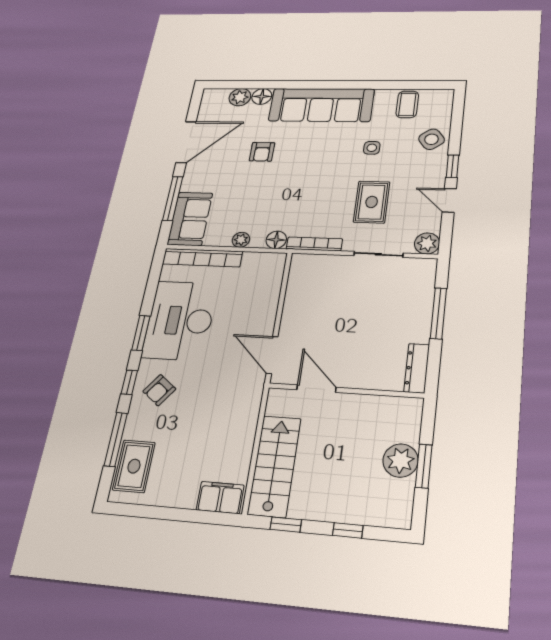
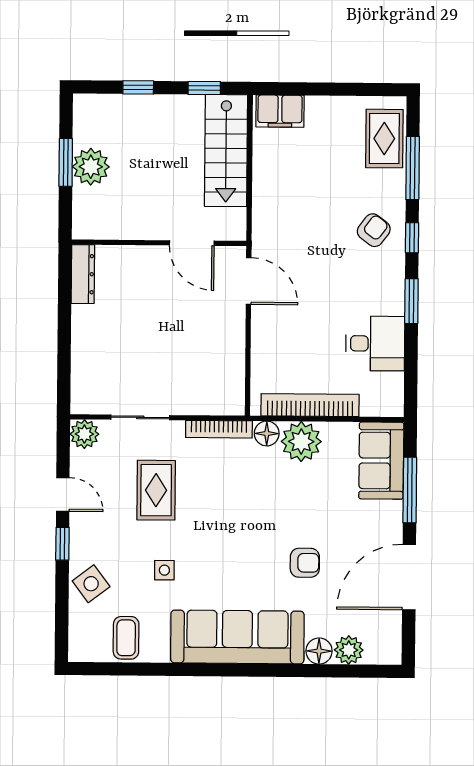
armchair: (262, 152) -> (305, 563), turned 90
plant: (241, 240) -> (301, 442), width x1.88, depth x1.88
bookcase: (202, 258) -> (310, 405), moved
window: (438, 313) -> (64, 343), removed
desk: (180, 320) -> (375, 343), width x0.53, depth x0.77

